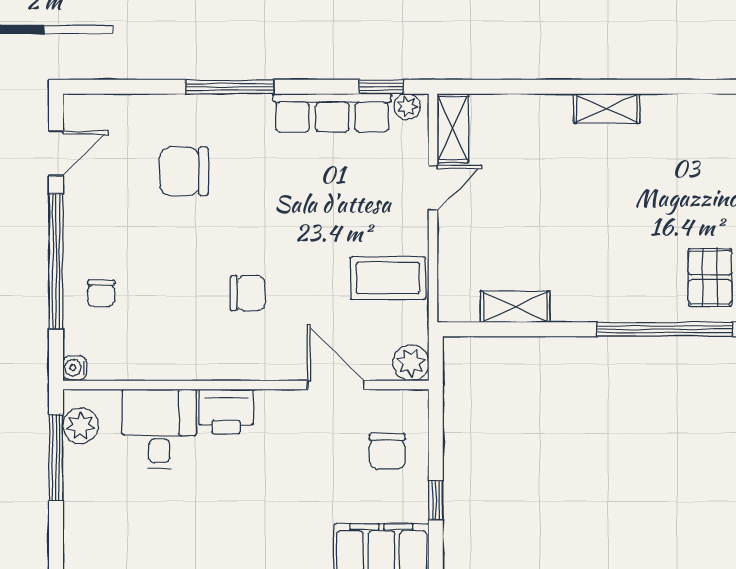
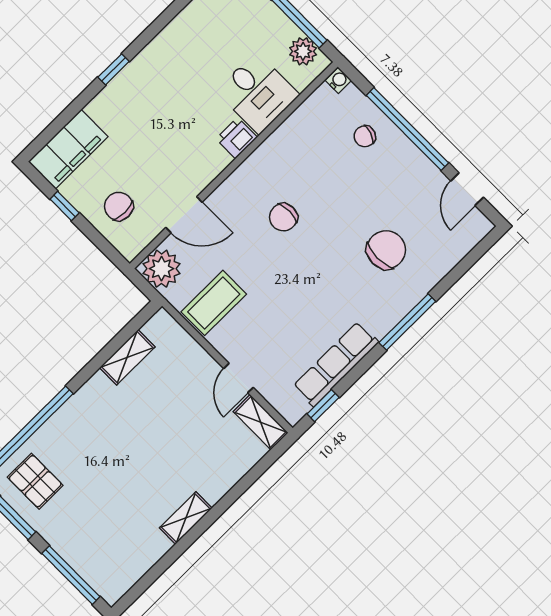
plant: (407, 107) -> (298, 409), removed
chair: (101, 293) -> (365, 136), turned -71
plant: (411, 363) -> (161, 269), width x1.36, depth x1.36
printer: (226, 411) -> (237, 138), width x0.73, depth x0.81

